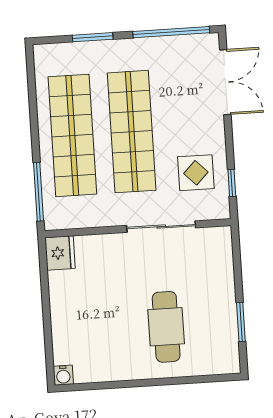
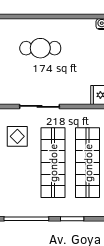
cafe table: (166, 327) -> (40, 48), turned 90

